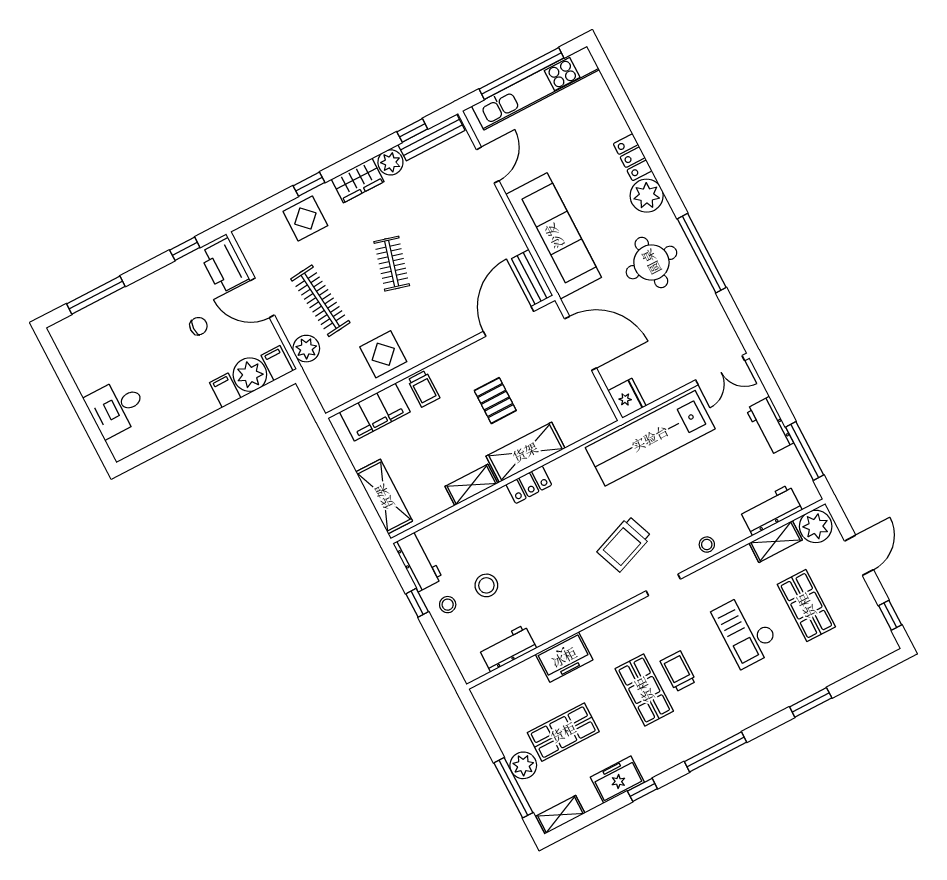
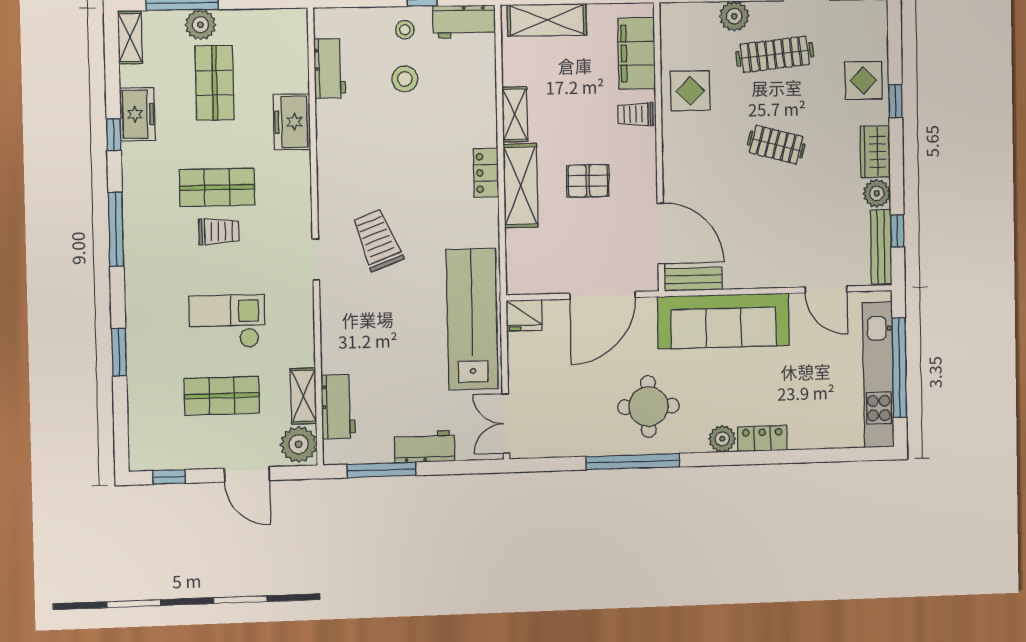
plant: (647, 196) -> (722, 439), width x0.73, depth x0.73
stool: (707, 545) -> (335, 324), removed

